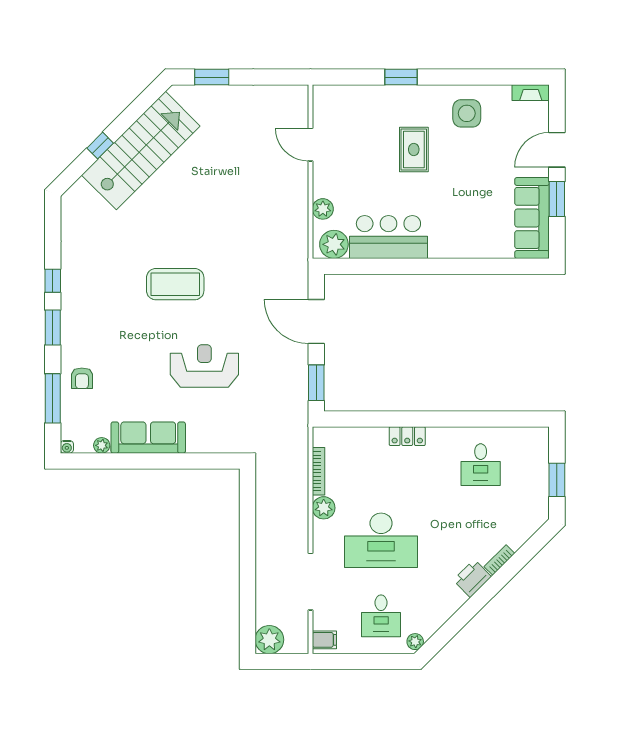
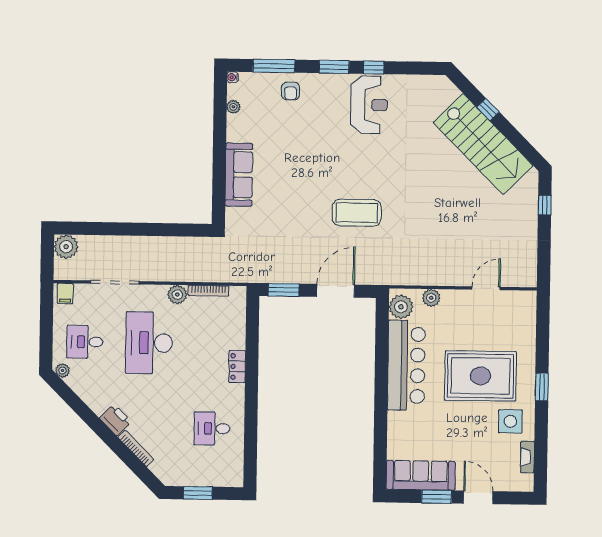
window: (212, 77) -> (545, 205), width x0.67
window: (401, 77) -> (542, 387), moved
fireplace: (531, 93) -> (527, 457), moved
rug: (414, 149) -> (480, 376), width x1.86, depth x2.06
bar counter: (388, 237) -> (406, 365), width x1.36
coffee table: (175, 284) -> (357, 213), moved, turned 90
reception desk: (204, 366) -> (369, 105), moved
armchair: (82, 378) -> (291, 91), turned -90
sofa: (148, 438) -> (239, 175), moved
bookcase: (499, 560) -> (136, 448), width x1.56

